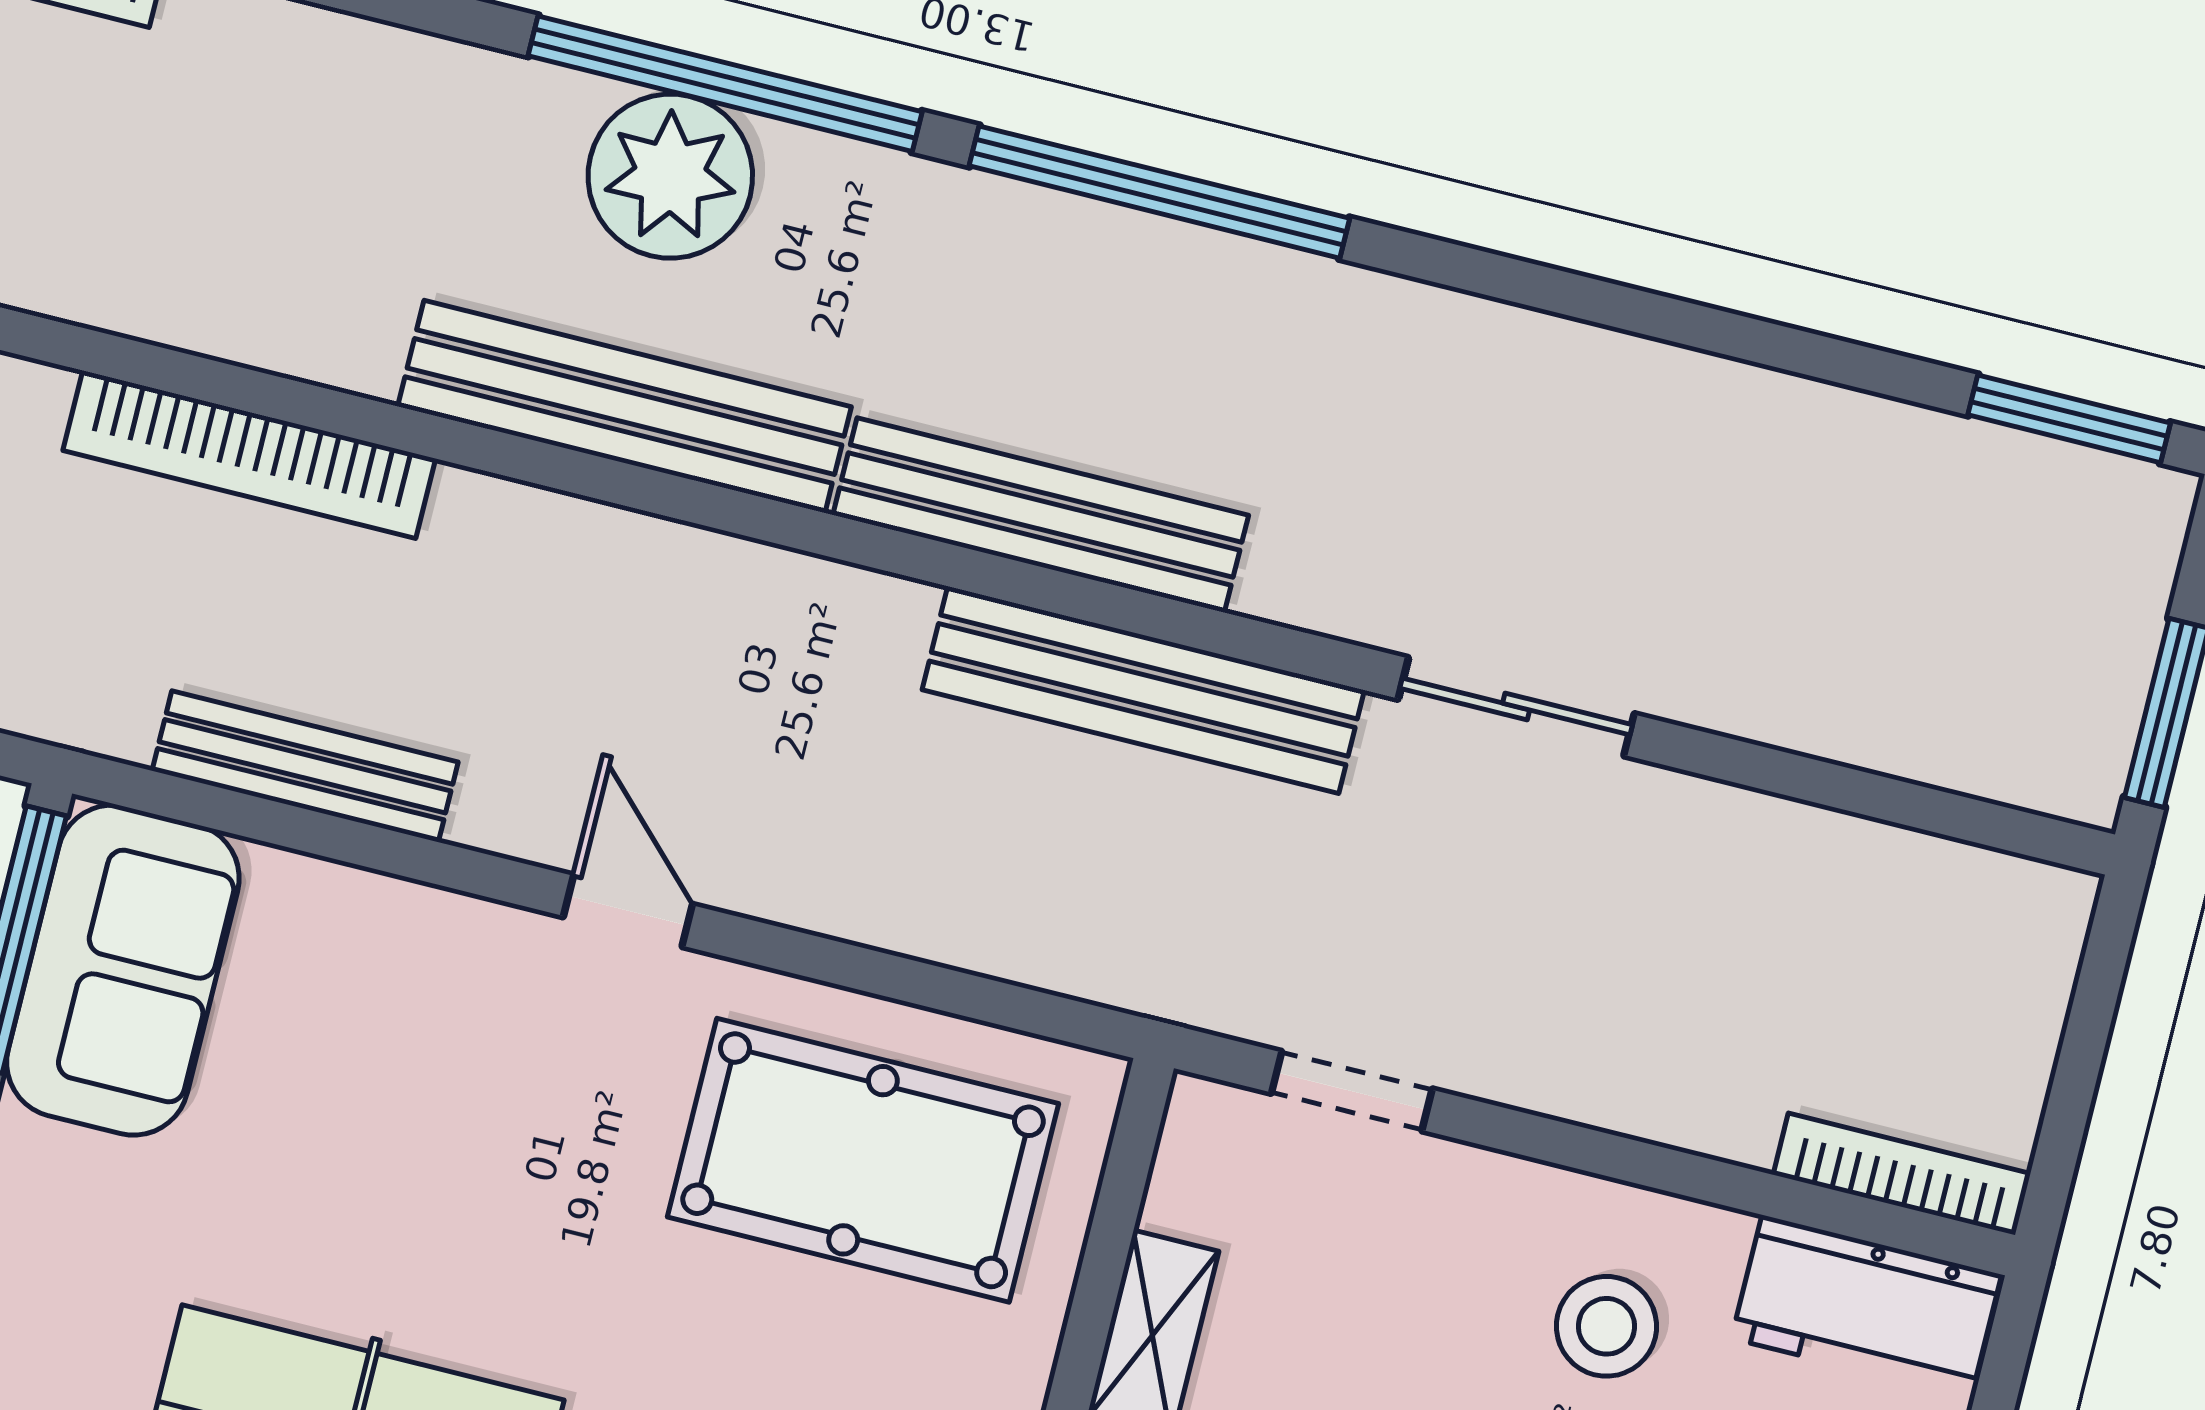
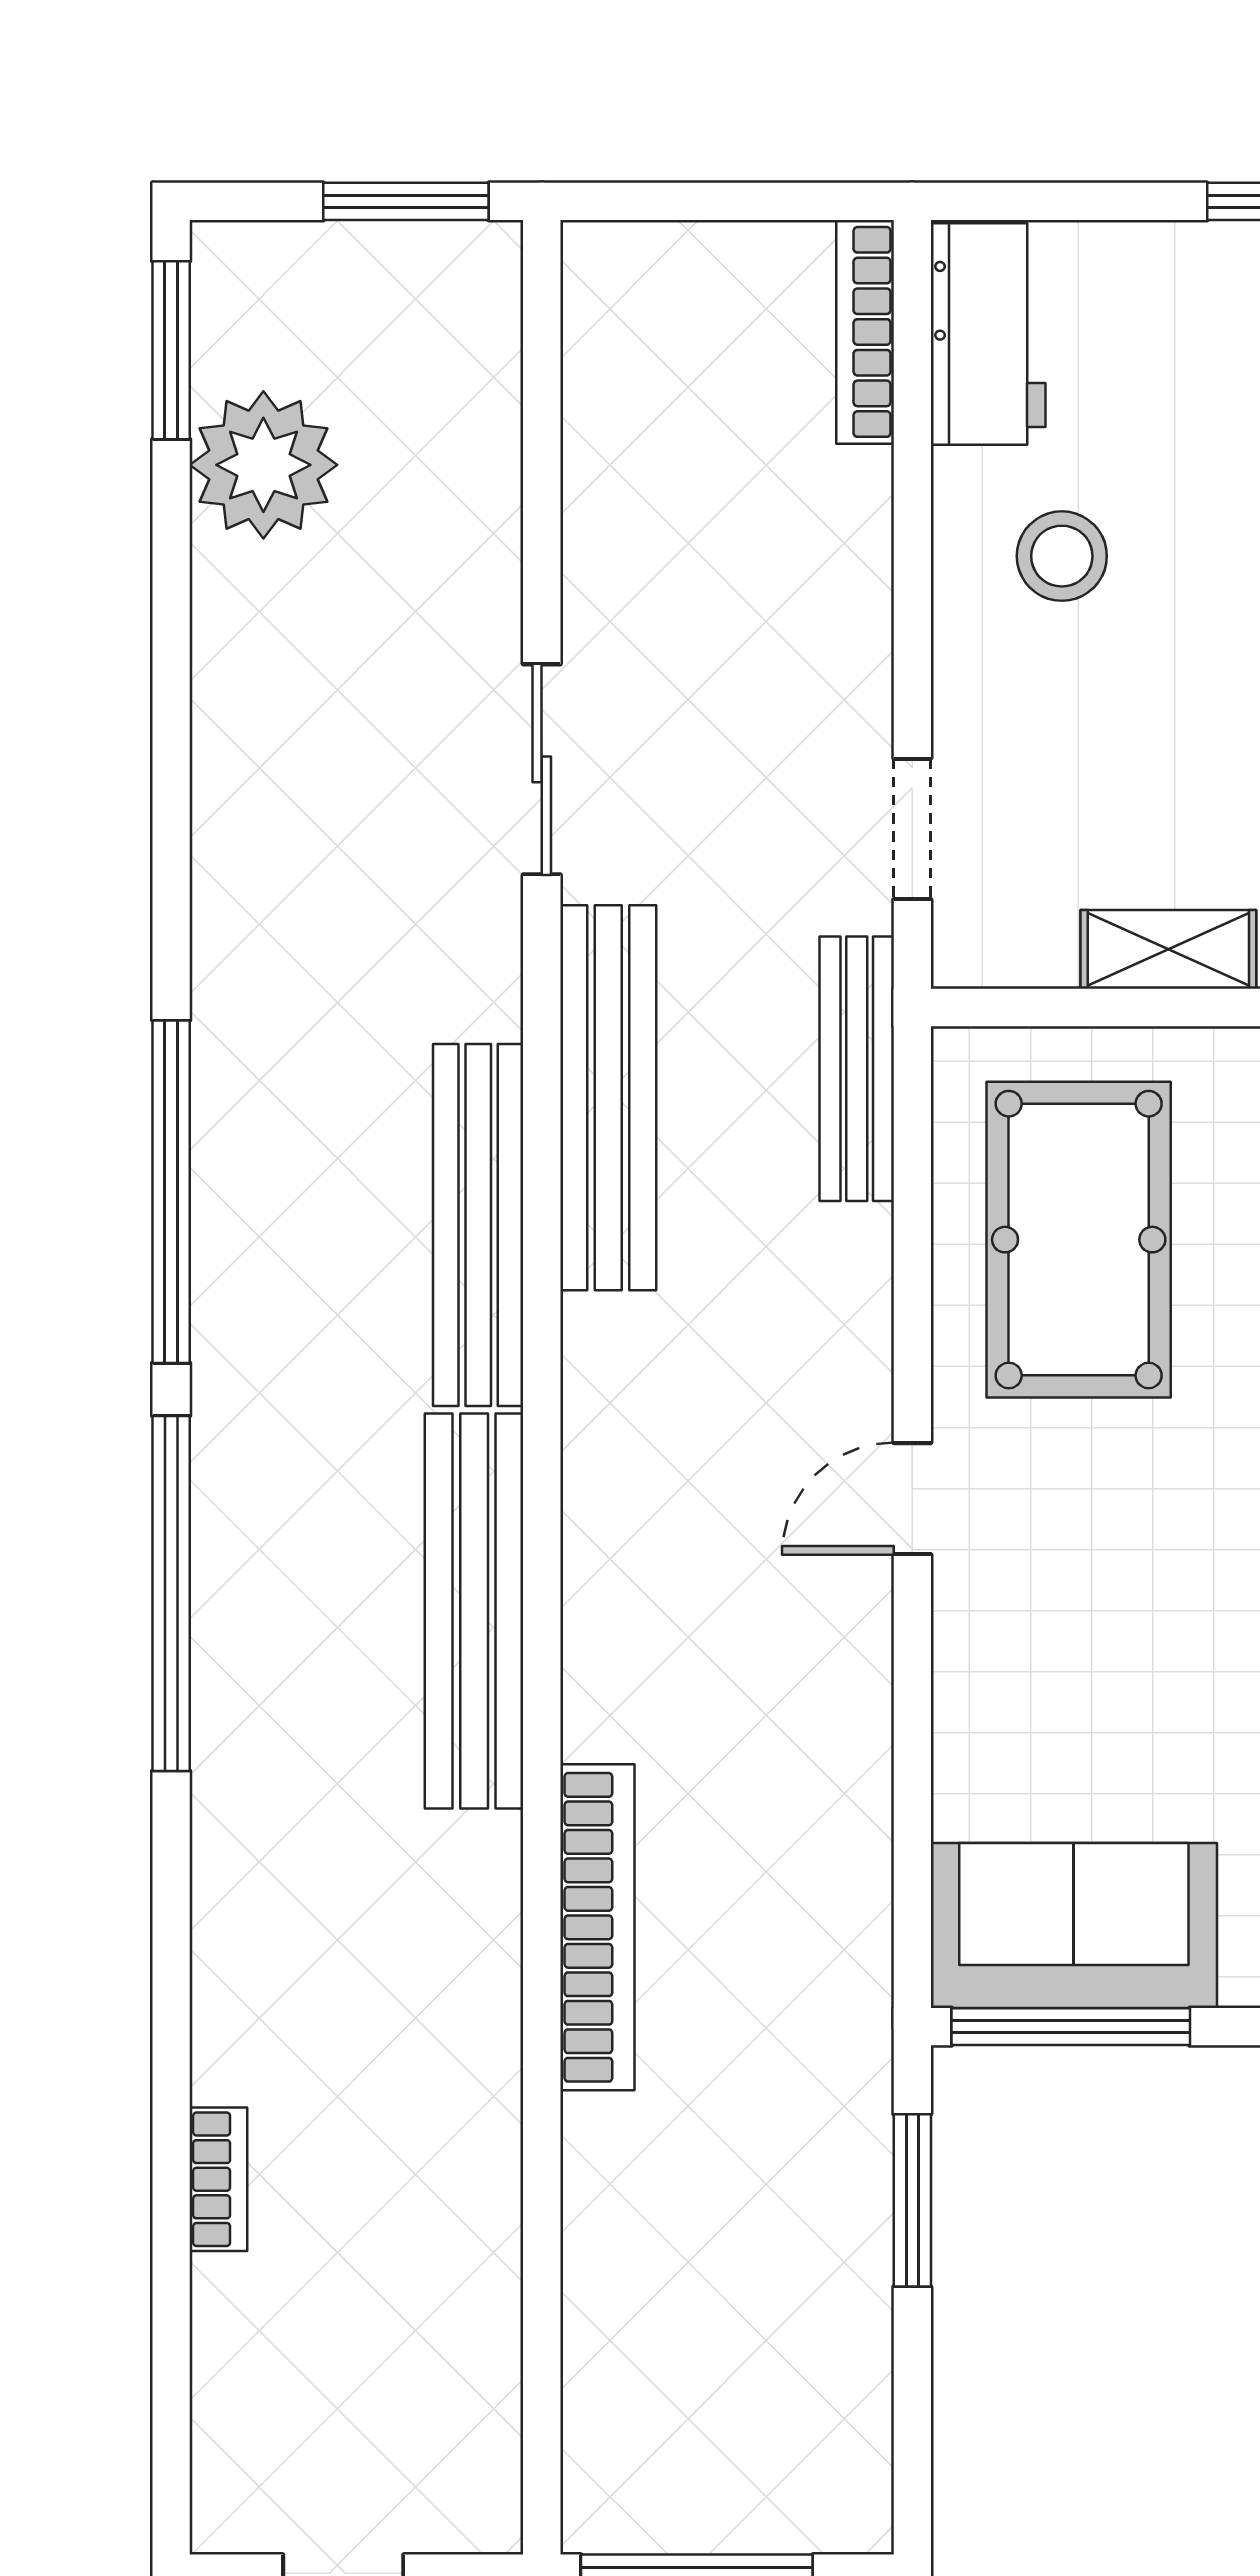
plant: (670, 176) -> (263, 465), moved
bench: (305, 766) -> (857, 1069), moved

